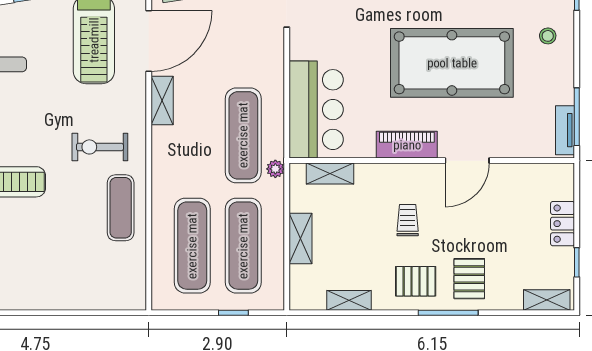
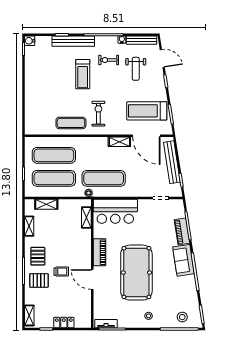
trolley: (408, 220) -> (61, 272), moved
shelving: (301, 239) -> (46, 204), moved

